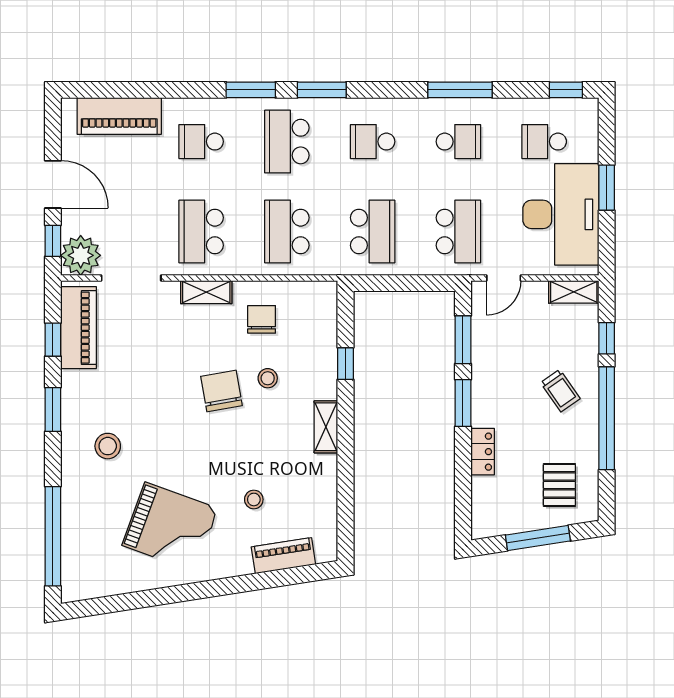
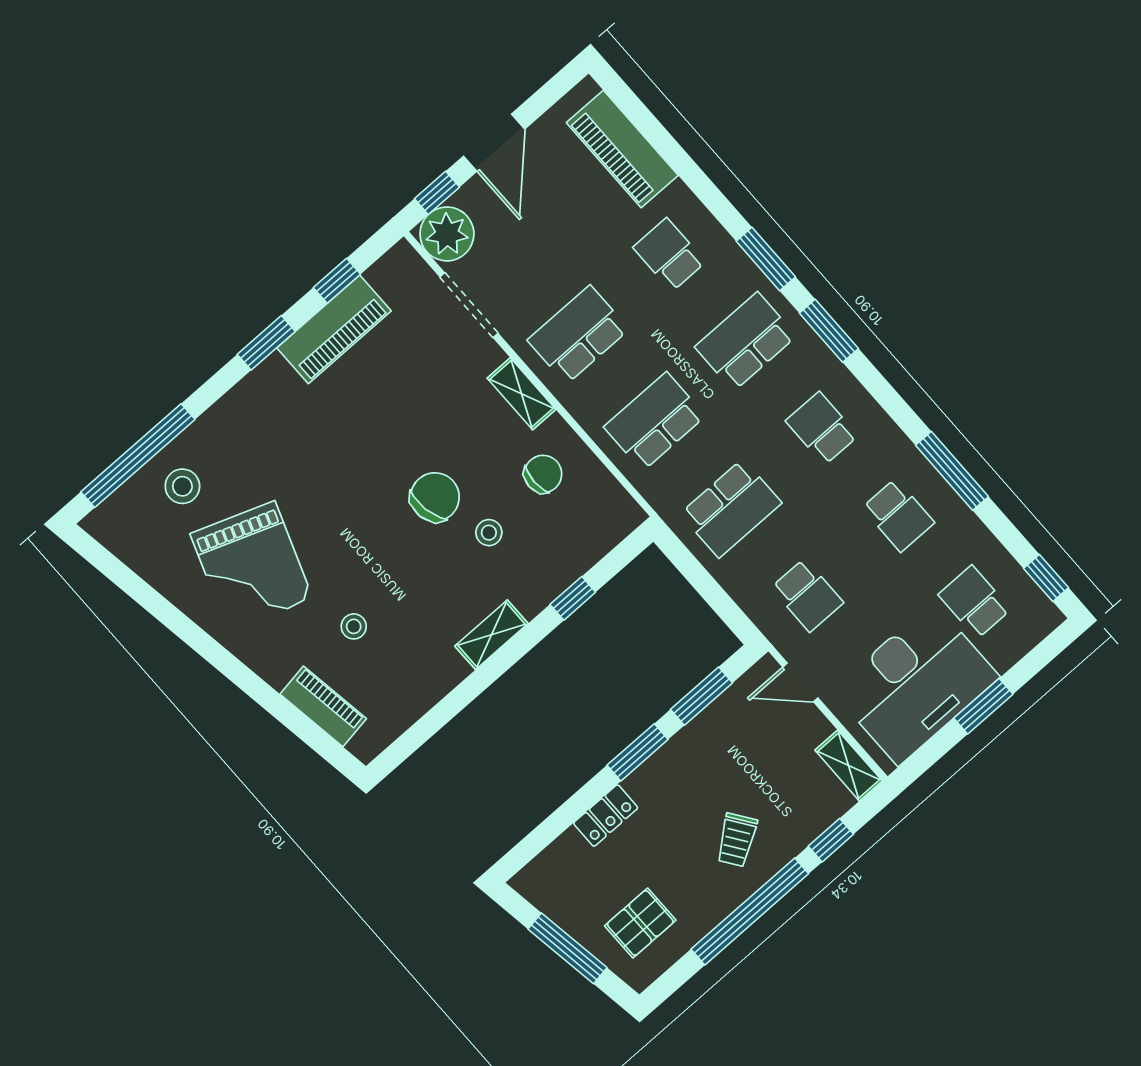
school desk: (458, 231) -> (807, 595), width x0.54
piano: (79, 328) -> (334, 329), moved
stool: (108, 446) -> (182, 486), moved

